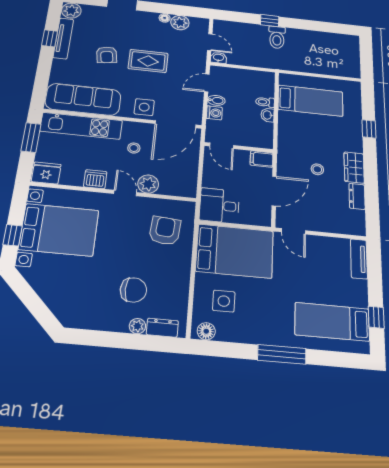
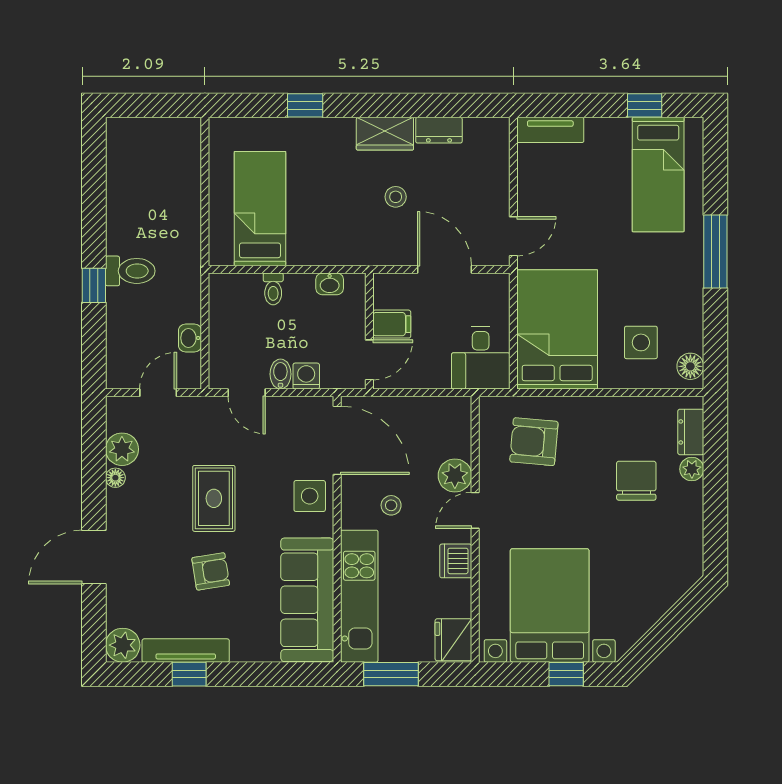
washbasin: (218, 58) -> (190, 338), moved
washbasin: (268, 115) -> (330, 284), moved
filing cabinet: (262, 159) -> (392, 324), moved, turned -90

